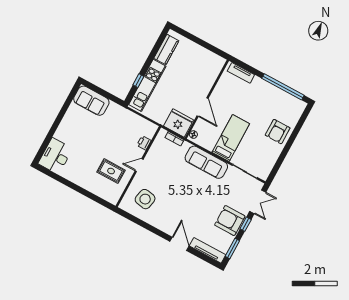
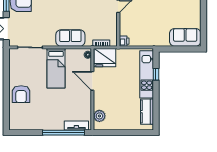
plant: (214, 70) -> (99, 116), added
window: (283, 87) -> (64, 133), moved
armchair: (278, 132) -> (21, 94), turned 180
printer: (144, 143) -> (124, 41), moved
sofa: (206, 162) -> (70, 38), width x0.73

